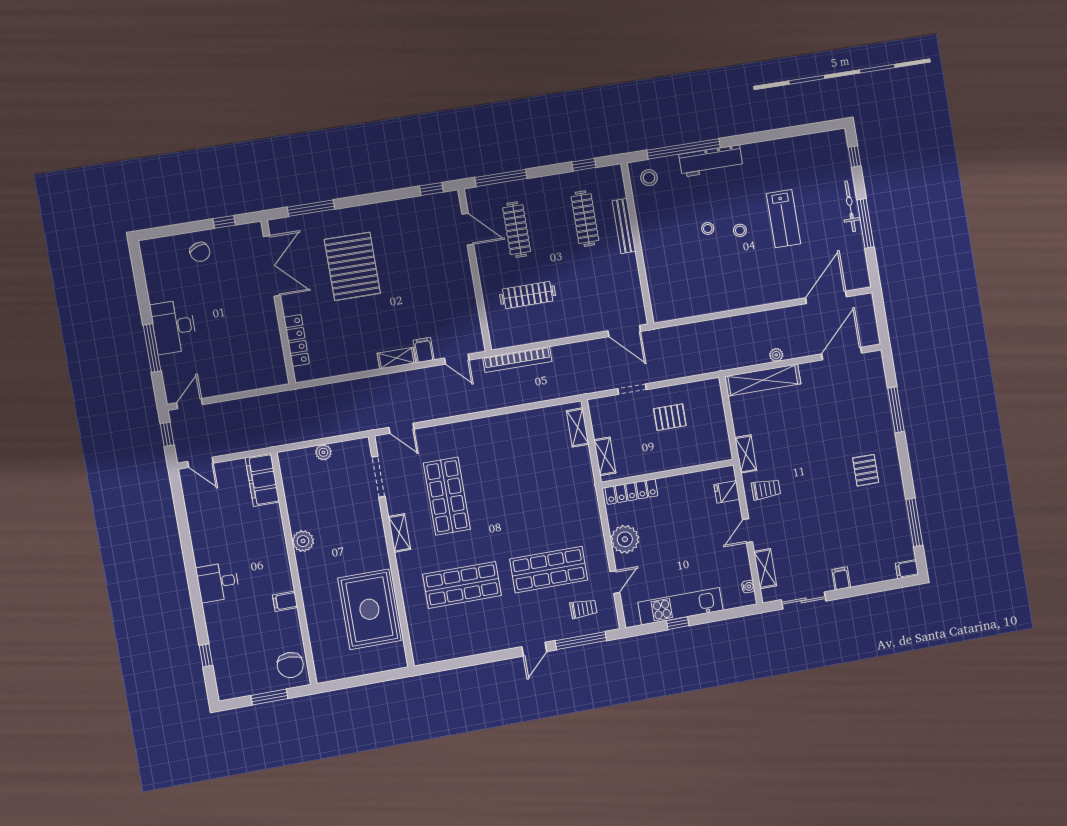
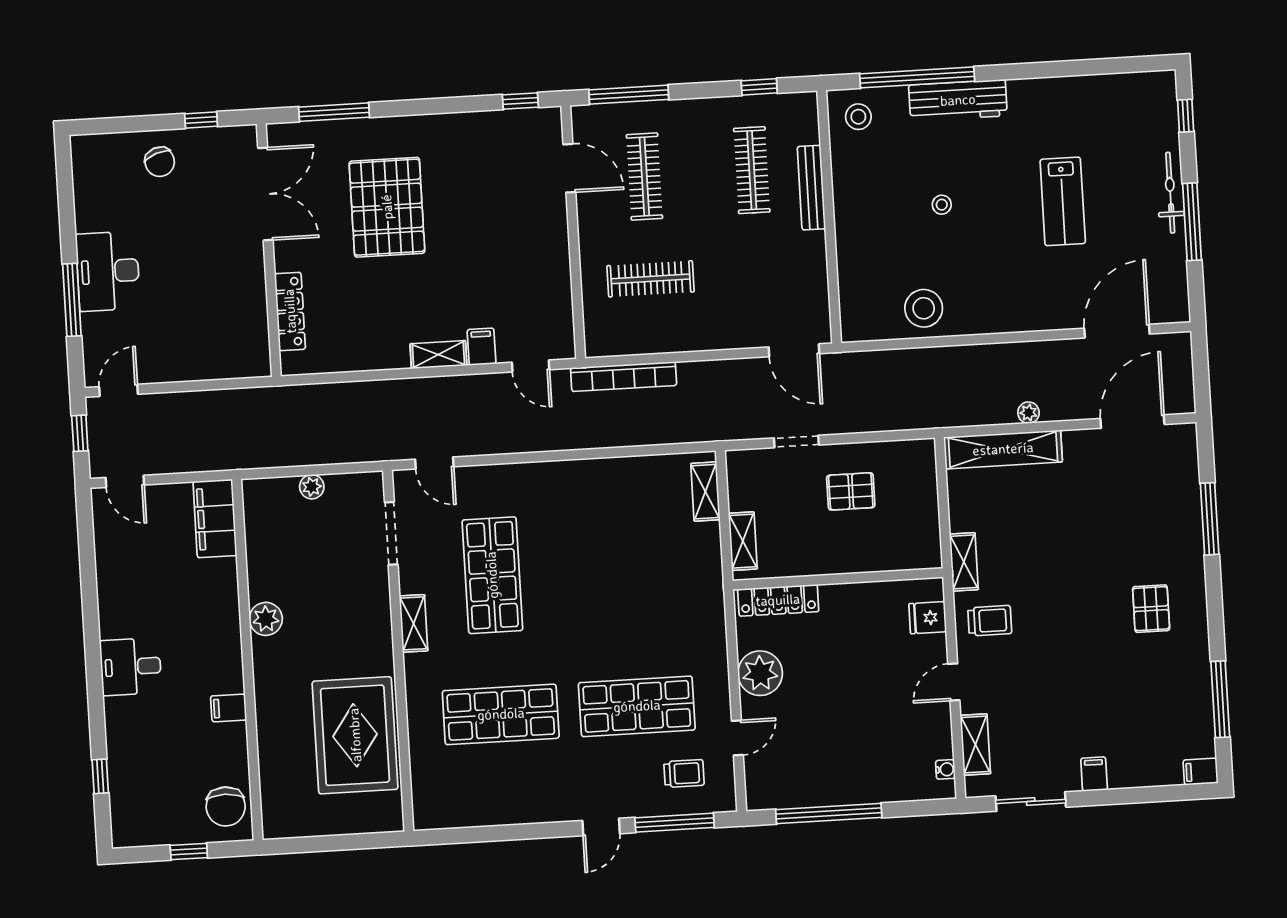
stool: (740, 230) -> (924, 308), moved, width x1.89, depth x1.89
kitchen unit: (681, 606) -> (836, 788), removed
window: (678, 623) -> (829, 813), width x3.17
window: (269, 697) -> (189, 852), width x0.67

